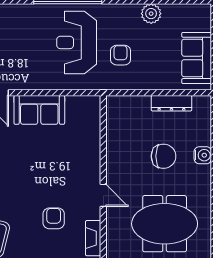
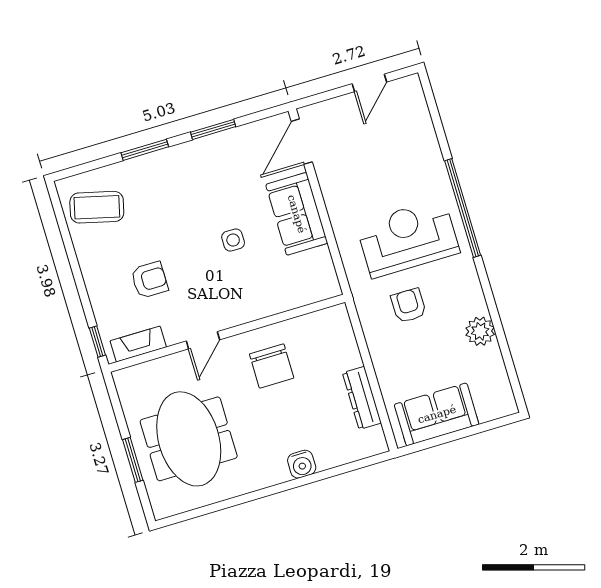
armchair: (121, 55) -> (408, 306), turned -90
side table: (44, 156) -> (233, 240), added
chair: (164, 156) -> (272, 366), moved

